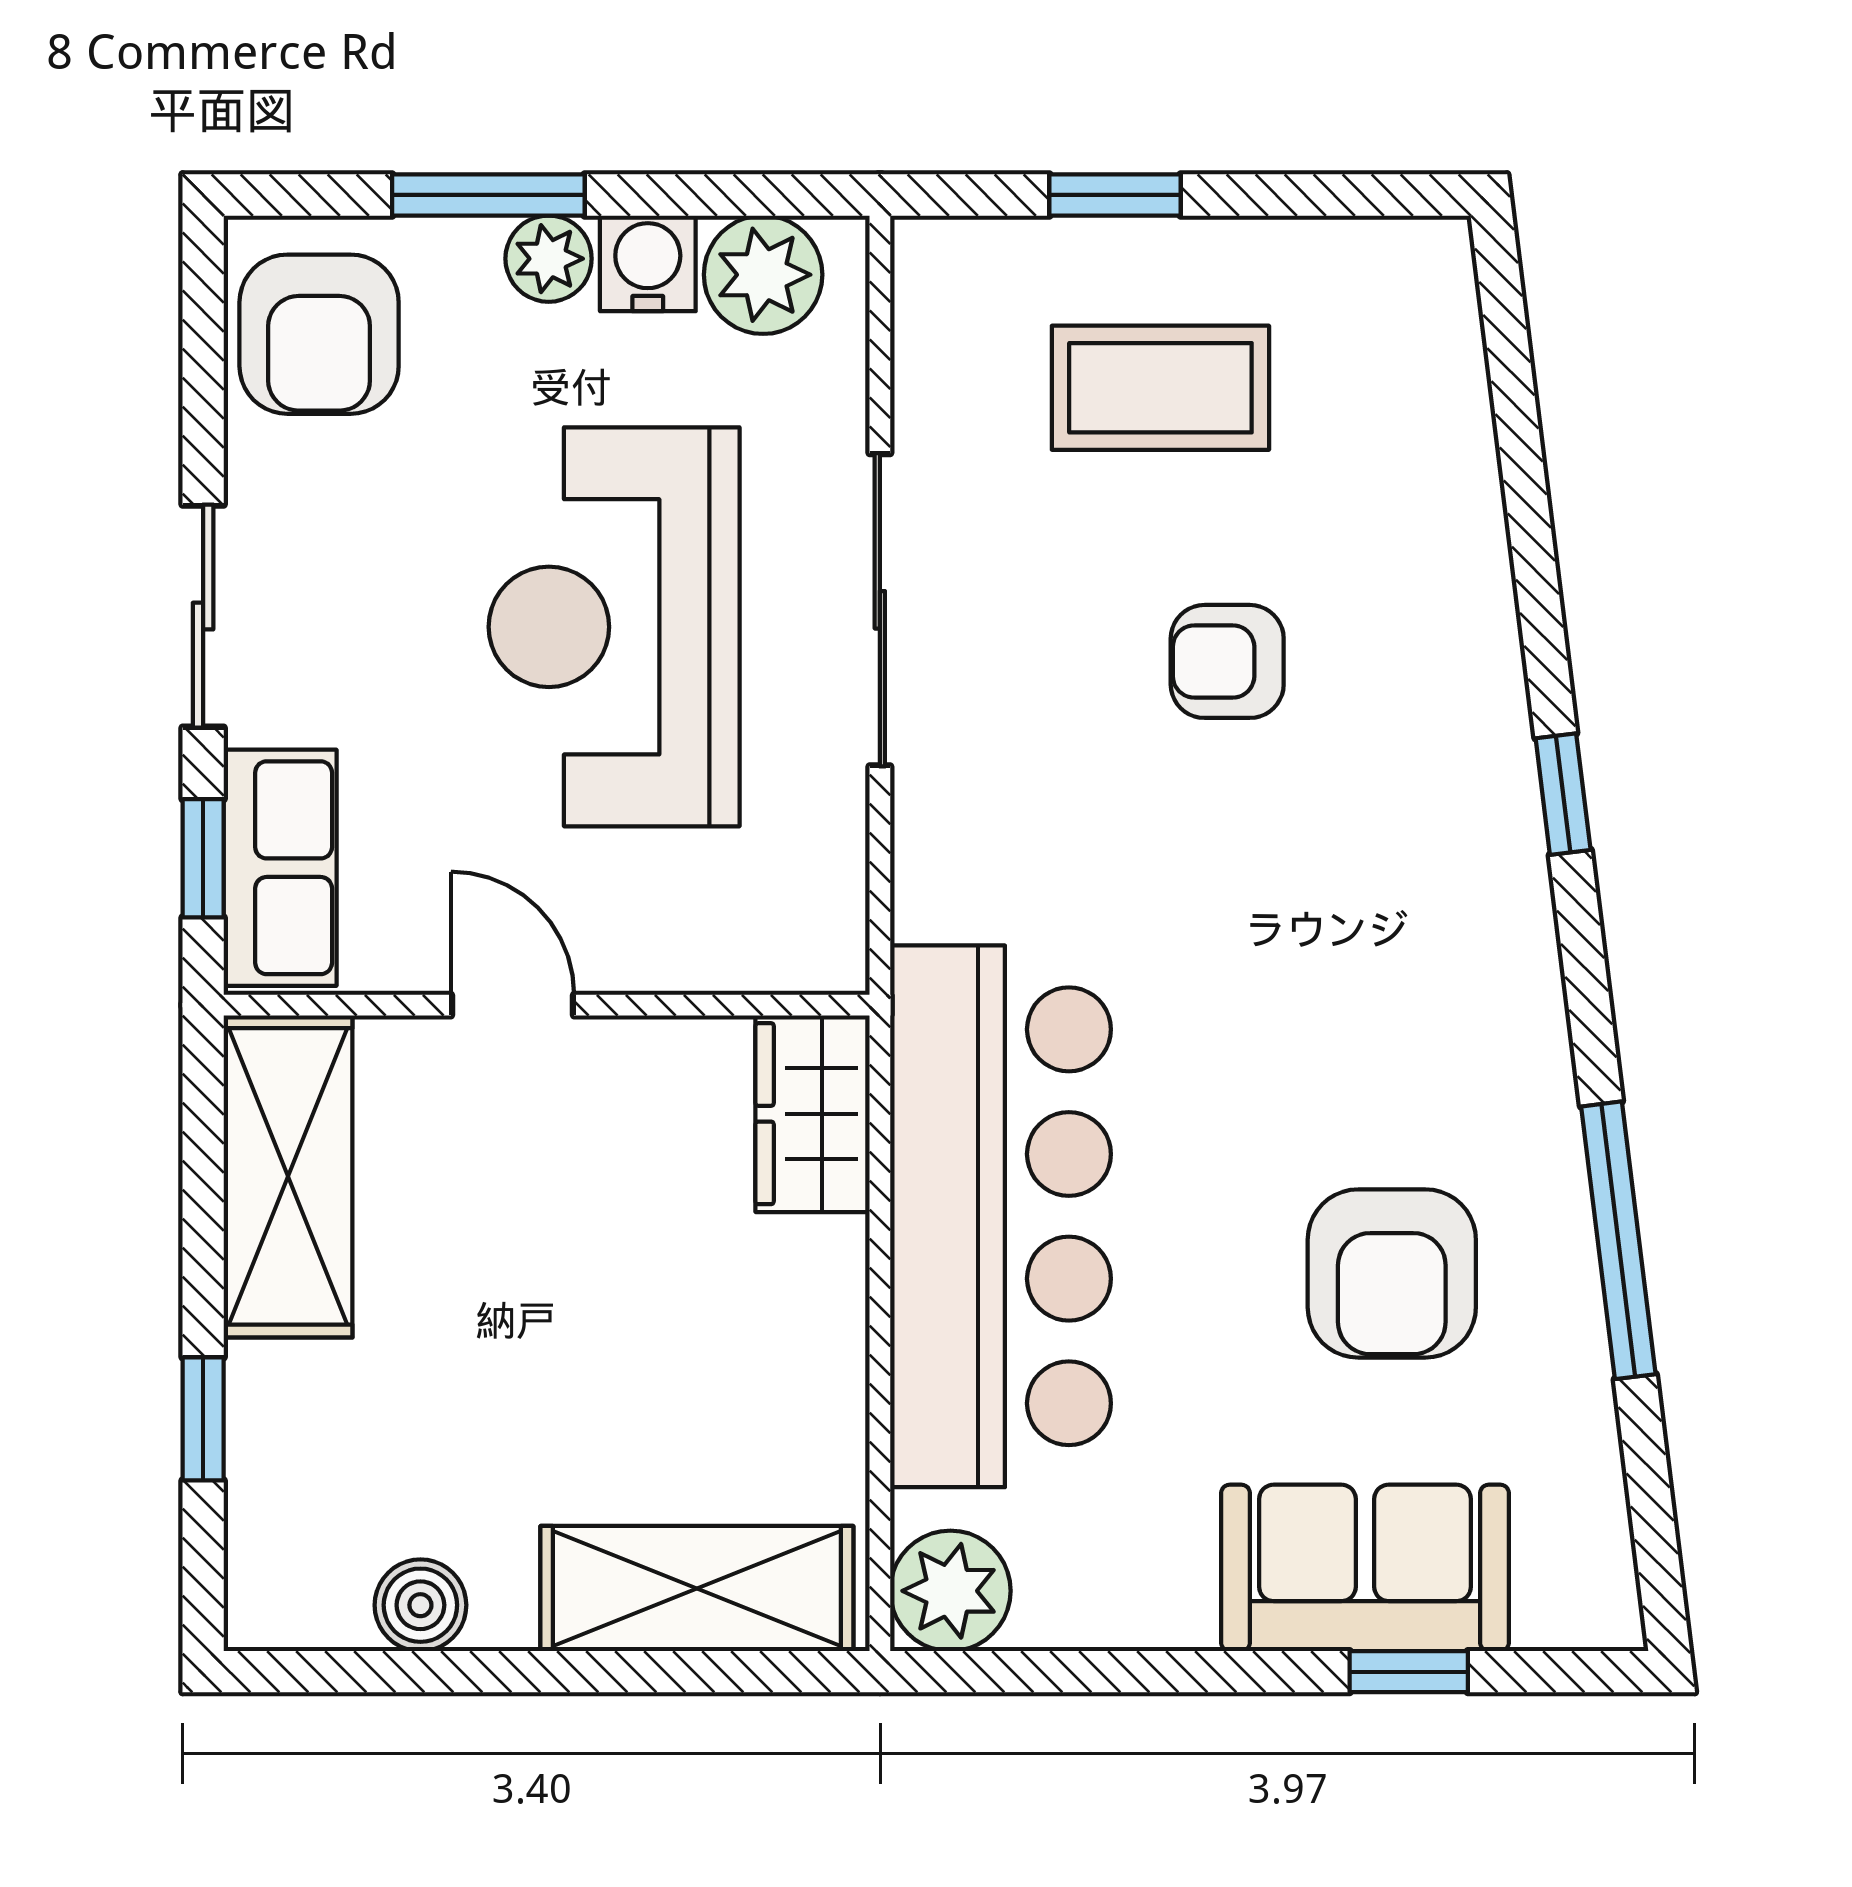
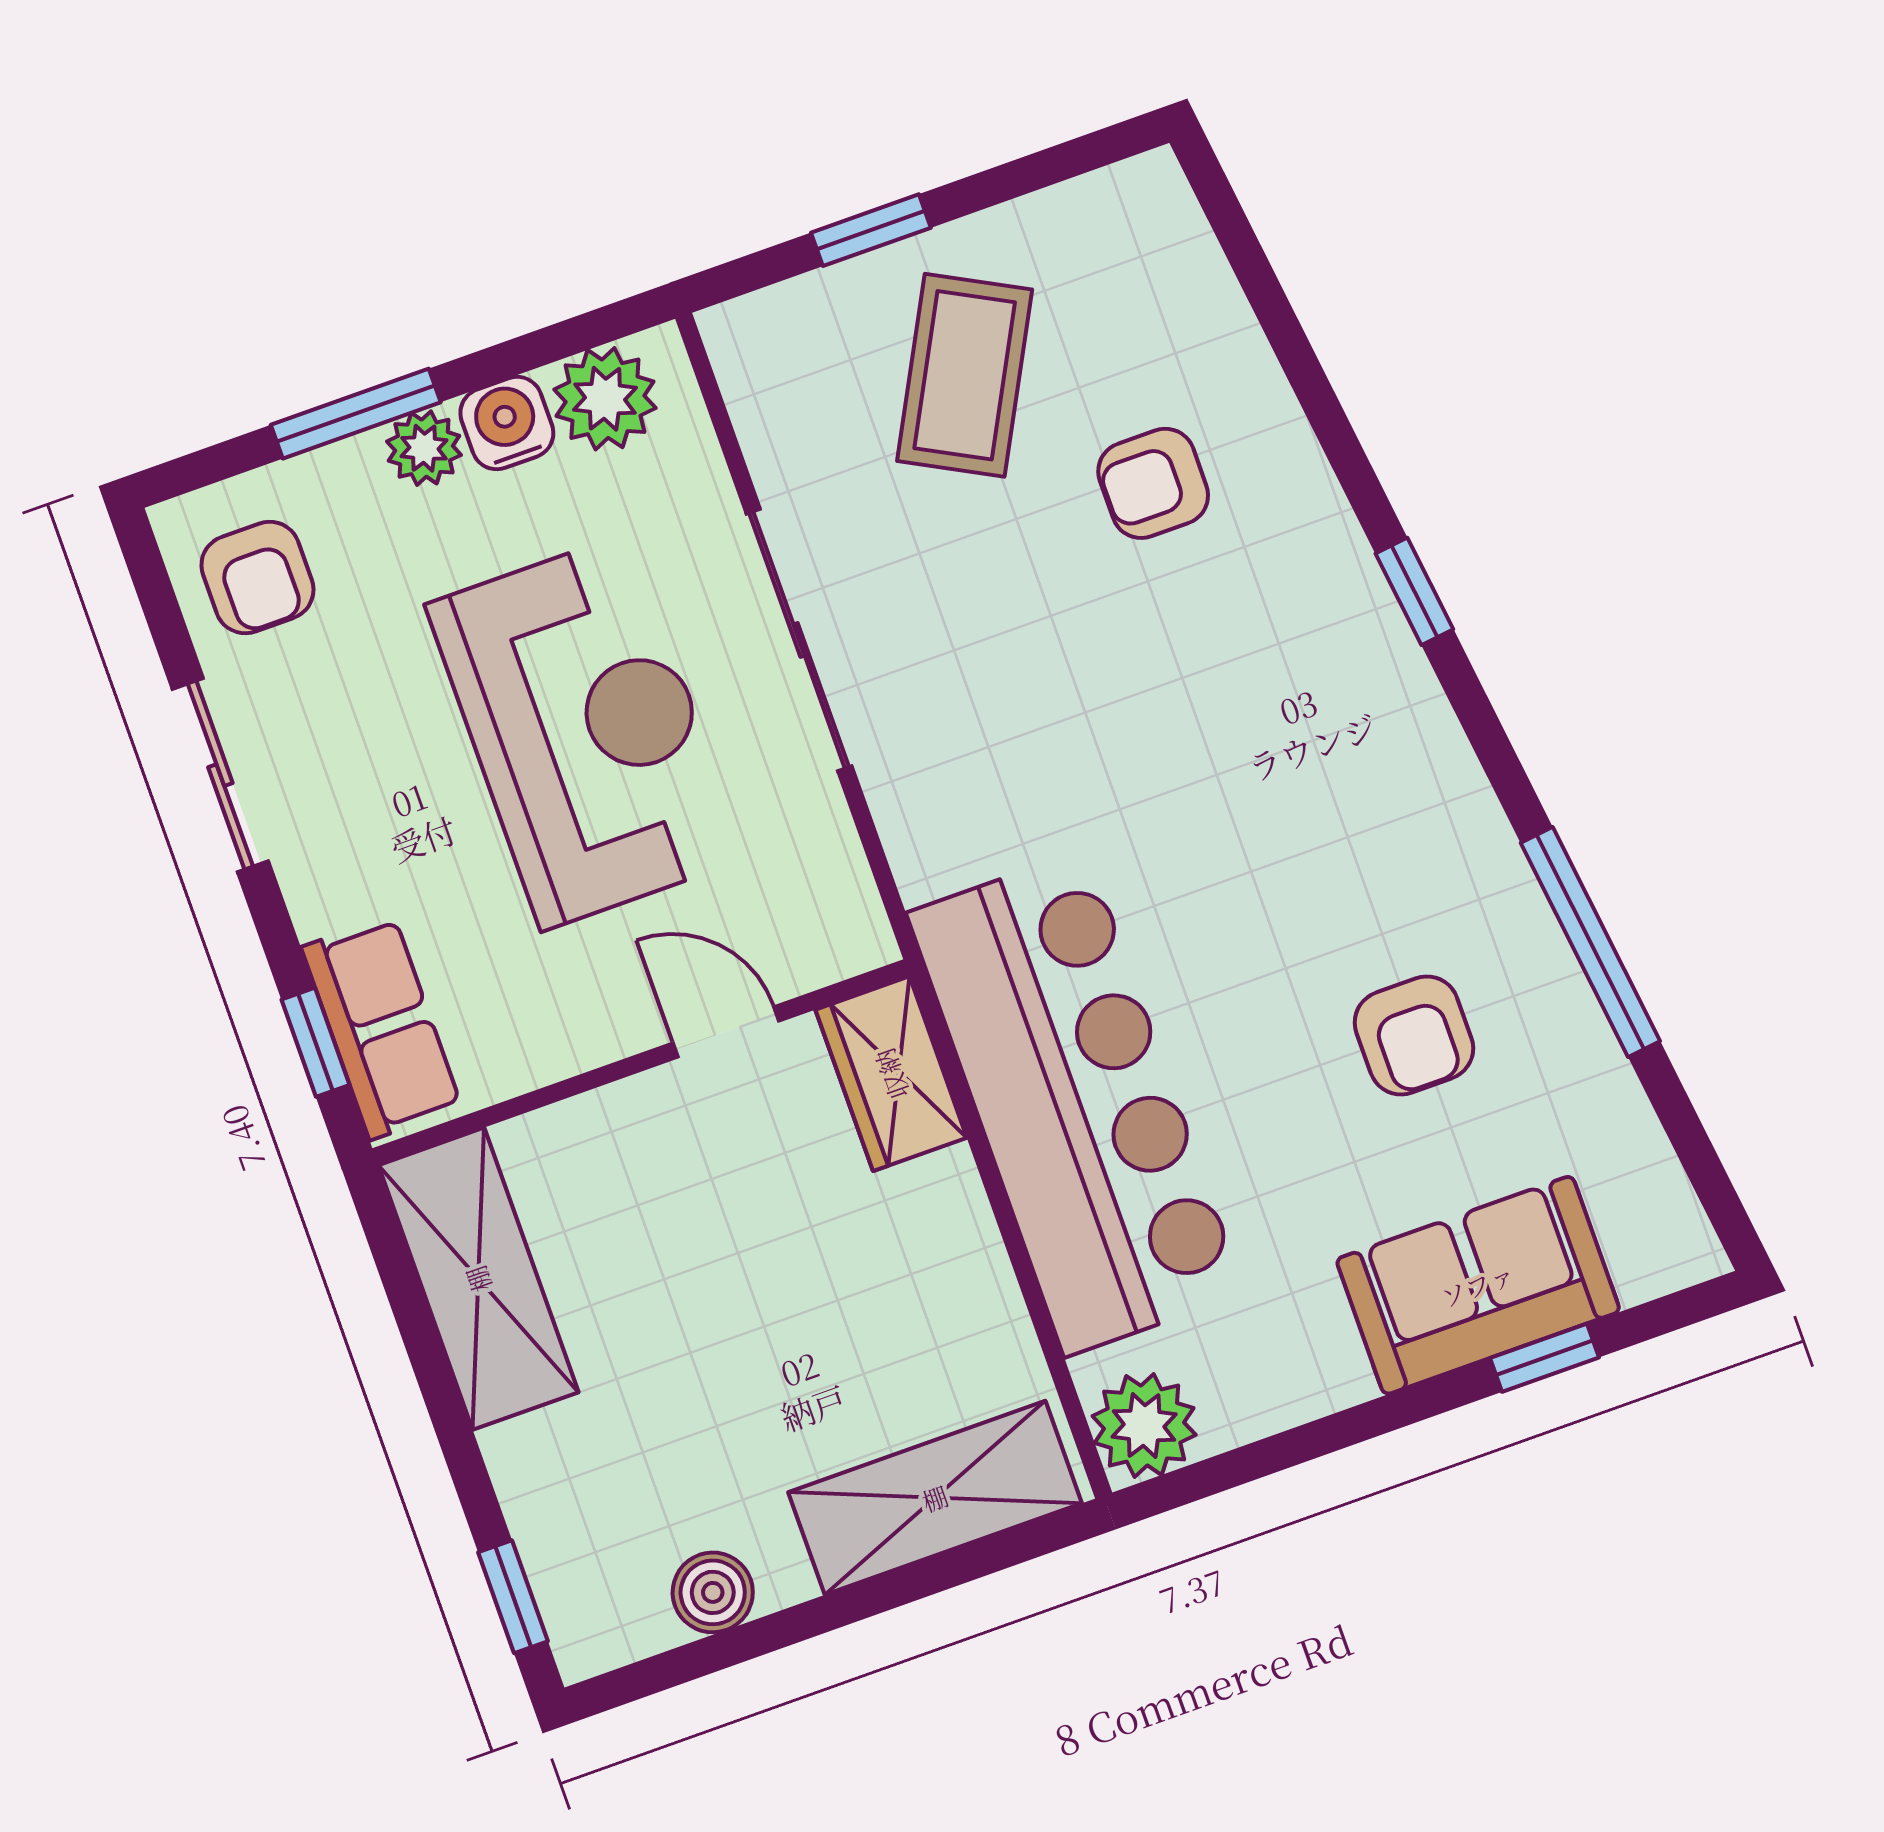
armchair: (319, 334) -> (257, 577), width x0.72, depth x0.72
coffee table: (1160, 388) -> (965, 375), turned -62
sliding door: (203, 616) -> (220, 775), moved
reception desk: (614, 627) -> (586, 732), turned 180
armchair: (1227, 661) -> (1153, 483), moved
door: (512, 1005) -> (726, 1032), moved
armchair: (1392, 1273) -> (1414, 1035), width x0.72, depth x0.72
window: (203, 1419) -> (513, 1597), moved

